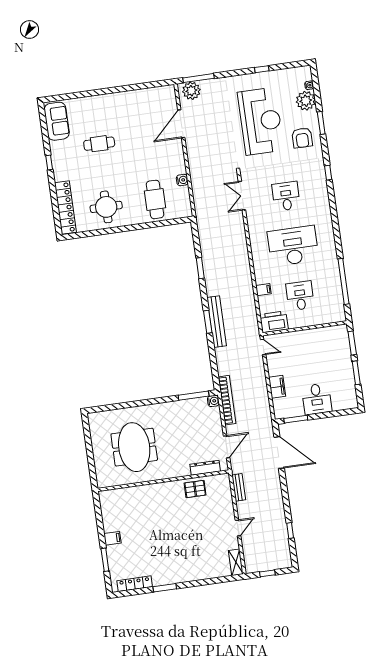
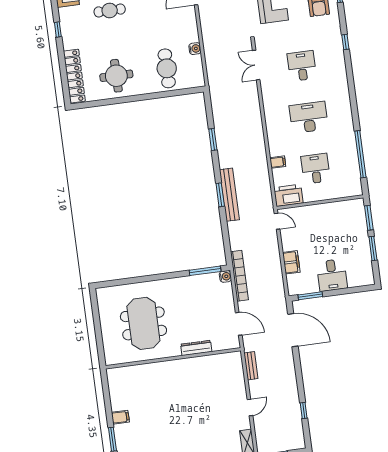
desk: (293, 246) -> (309, 117), width x0.73, depth x0.77
door: (227, 447) -> (239, 324), hinge flipped
dresser: (205, 468) -> (196, 348), moved
pallet: (195, 489) -> (206, 367), removed

